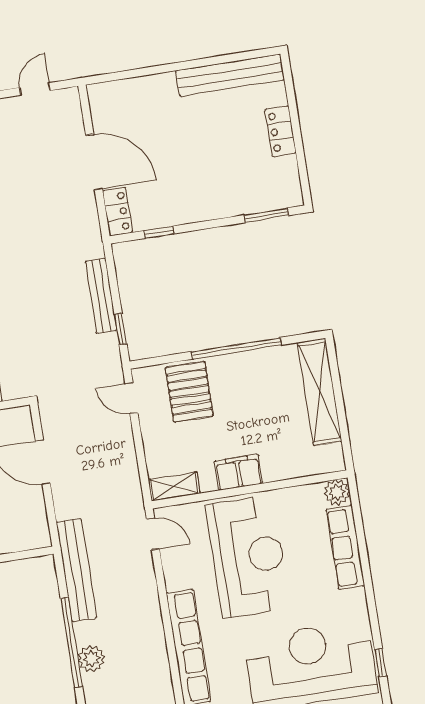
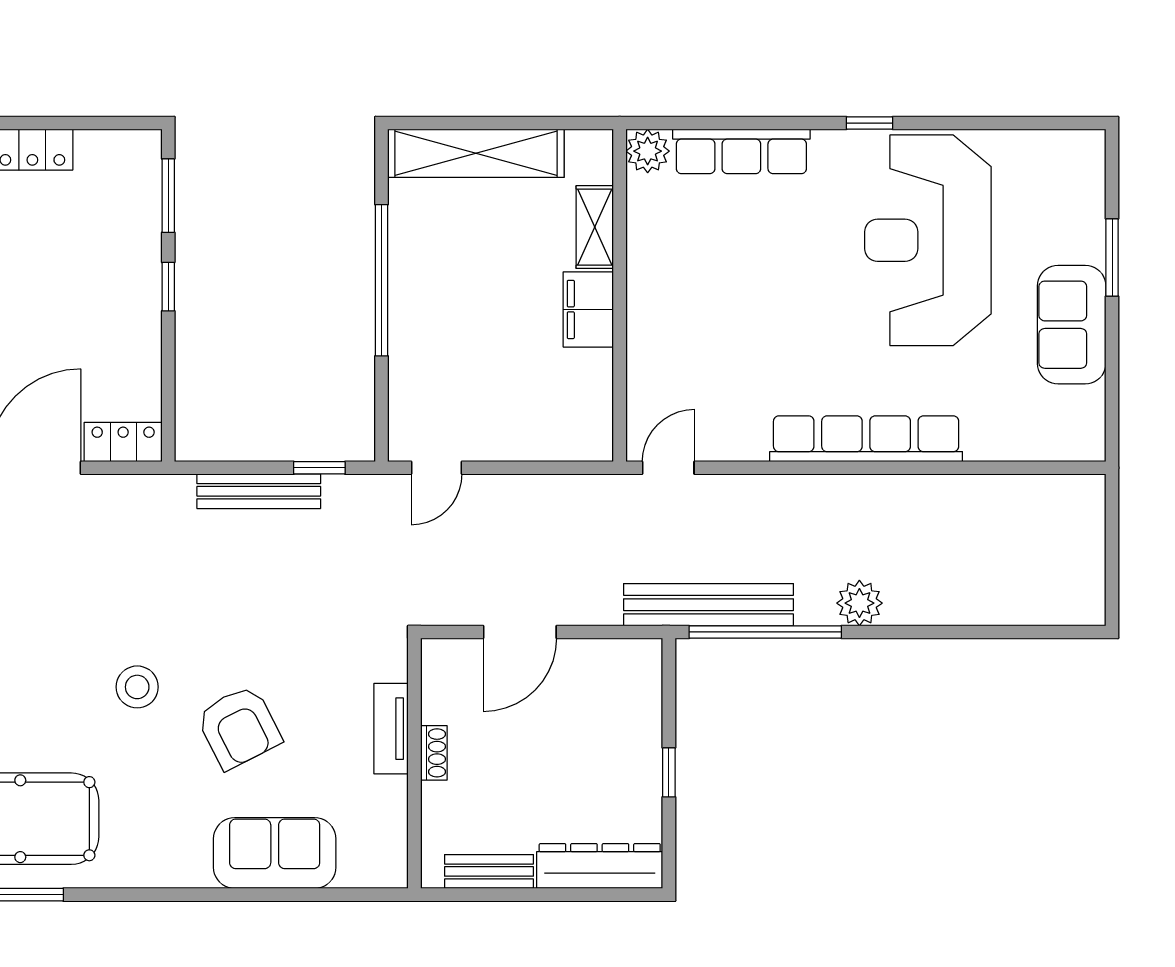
window: (159, 232) -> (168, 287), moved
pallet: (189, 392) -> (441, 370), removed
shelving: (174, 486) -> (595, 227), moved
reception desk: (248, 557) -> (731, 316), removed
window: (71, 642) -> (765, 632), moved
window: (381, 663) -> (869, 123), moved

